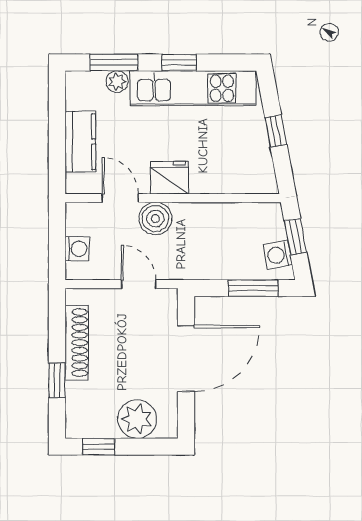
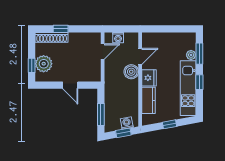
kitchen counter: (80, 142) -> (149, 100), moved, turned -90
washing machine: (278, 255) -> (127, 123), moved
door: (139, 284) -> (103, 52), moved
shoe rack: (77, 343) -> (52, 37), moved
door: (186, 358) -> (70, 85), width x0.53
window: (99, 447) -> (32, 65), moved

